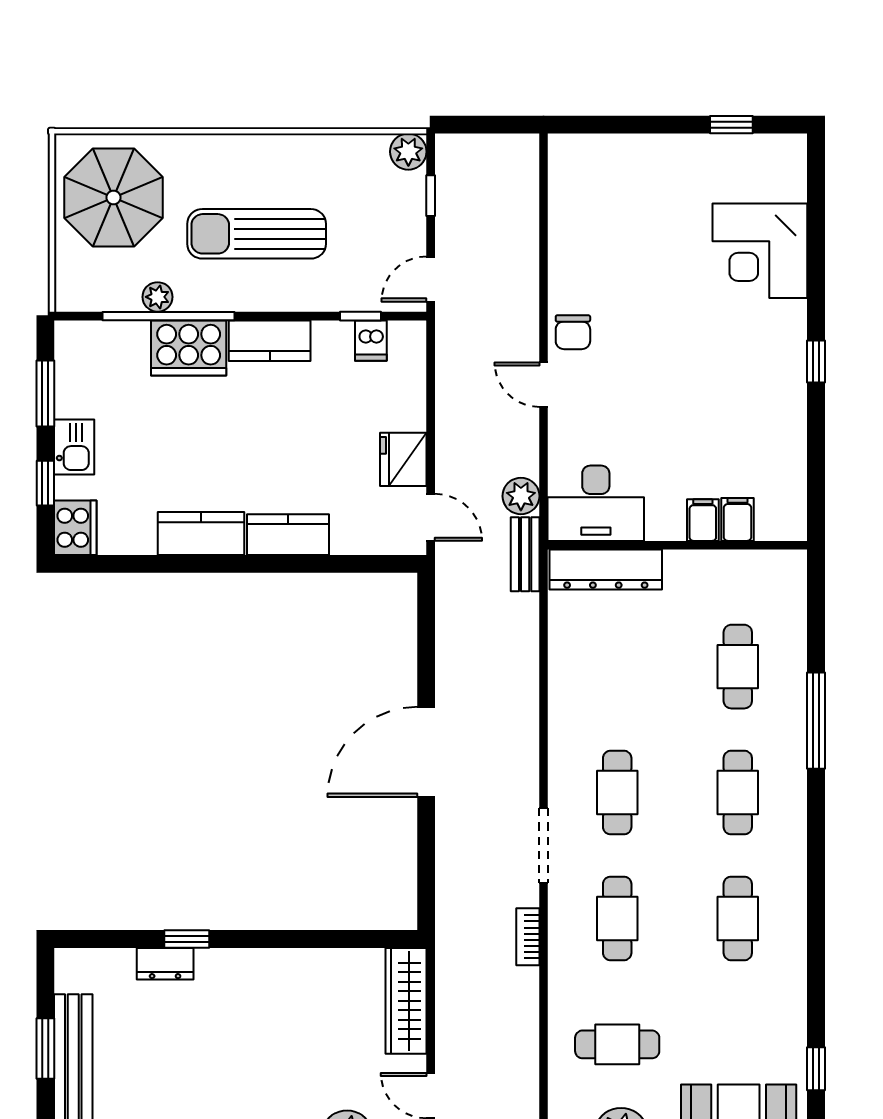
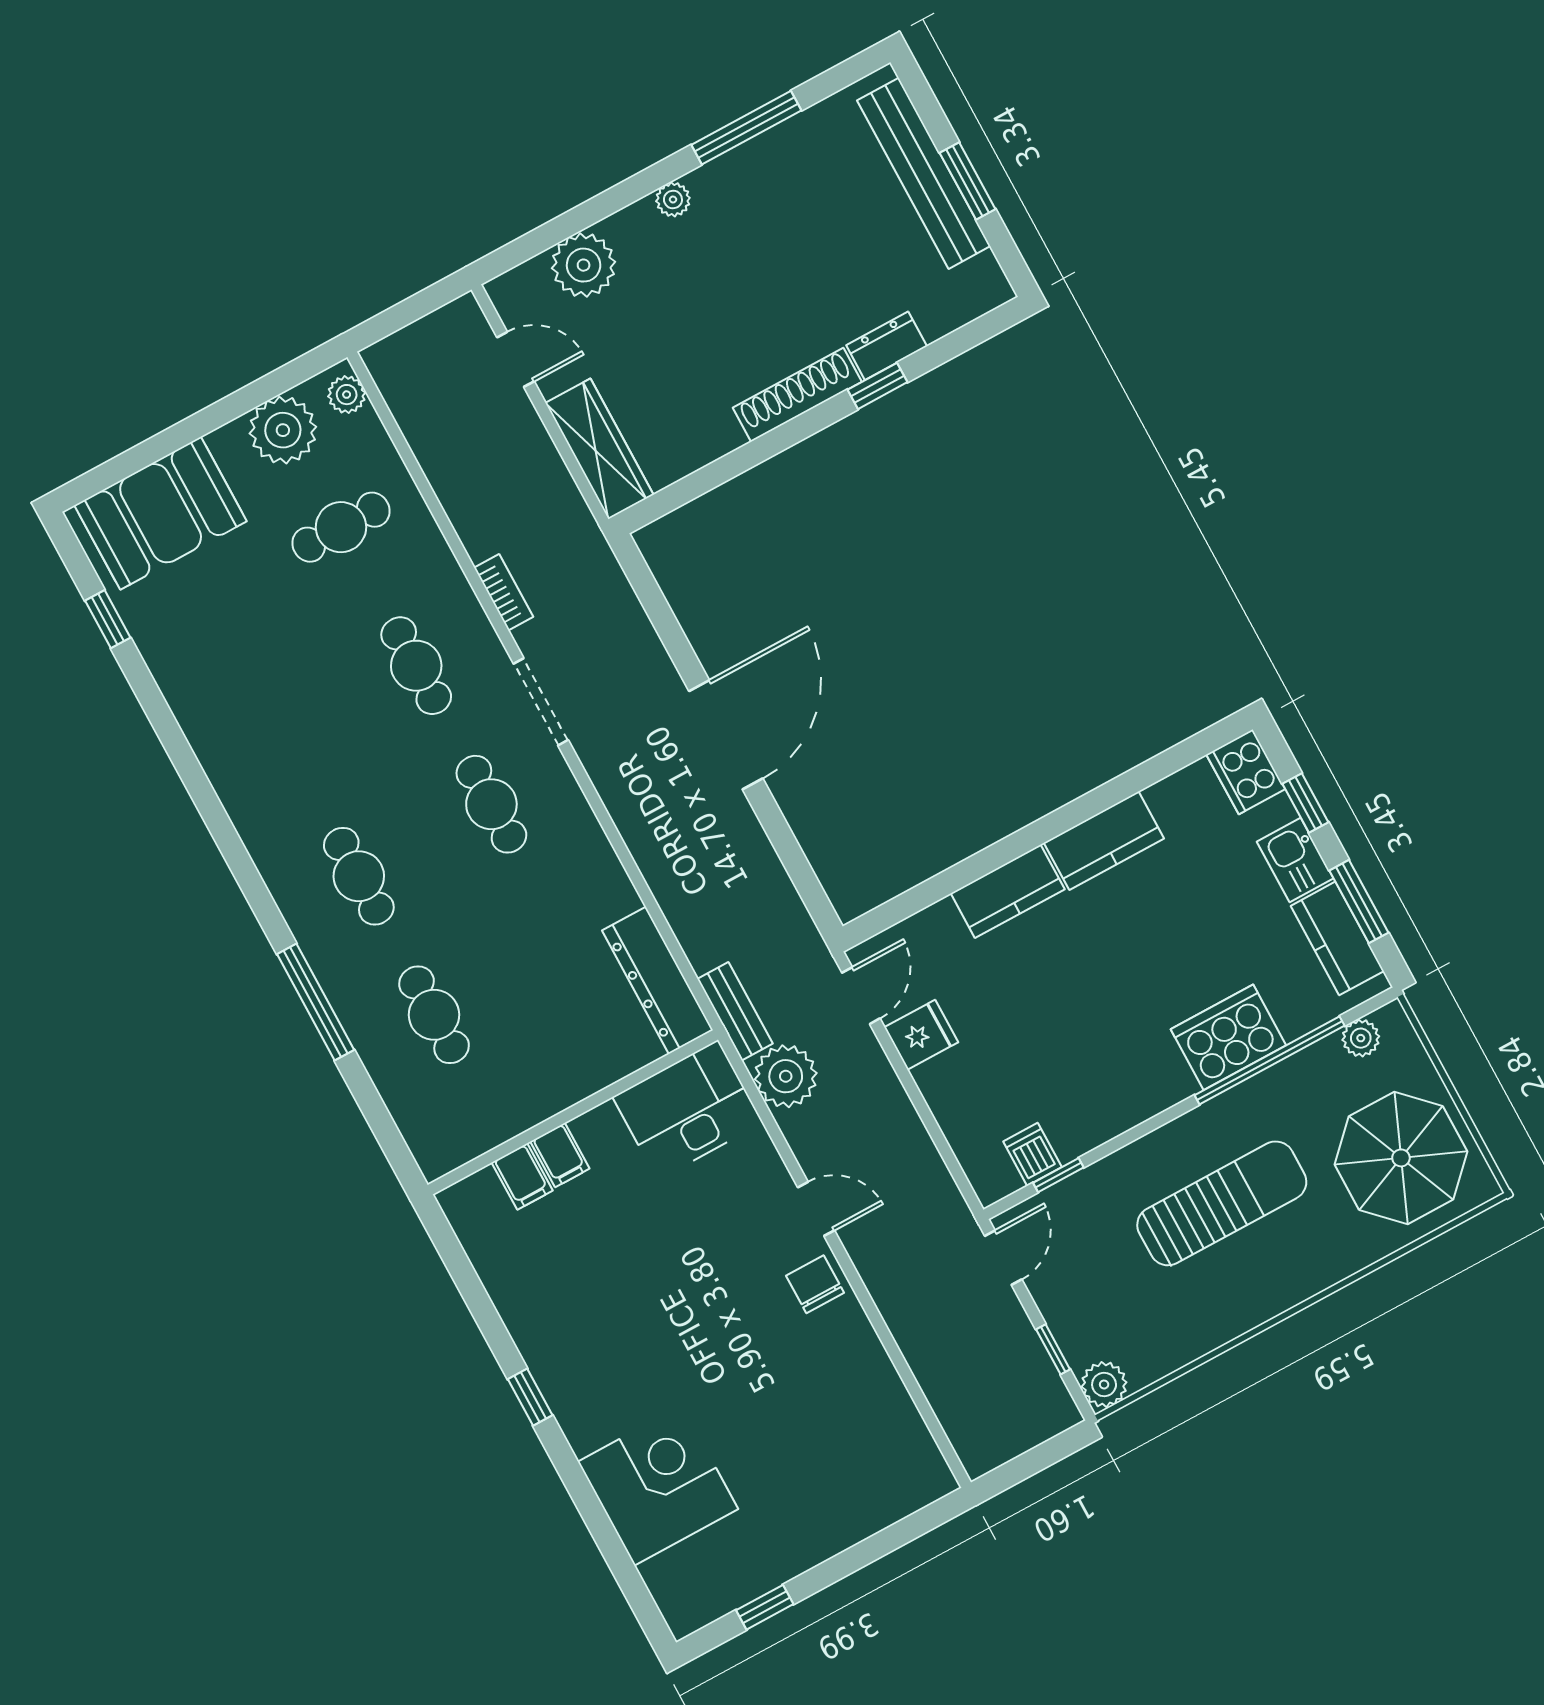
plant: (158, 297) -> (1361, 1038), moved
kitchen counter: (270, 341) -> (1337, 938), moved, turned -90
fridge: (403, 459) -> (921, 1035), width x0.72
plant: (521, 496) -> (786, 1076), width x1.36, depth x1.36
door: (431, 517) -> (861, 996), swing flipped
dresser: (606, 569) -> (657, 980), moved, turned -90
cafe table: (738, 918) -> (284, 738), removed
shoe rack: (246, 963) -> (797, 395), added

